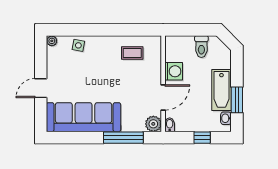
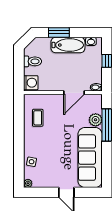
washing machine: (174, 71) -> (31, 83), moved, turned 90
door: (163, 97) -> (74, 93), swing flipped
window: (237, 100) -> (59, 32), moved
plant: (153, 124) -> (96, 120), moved

